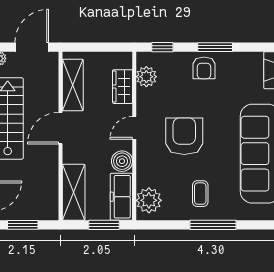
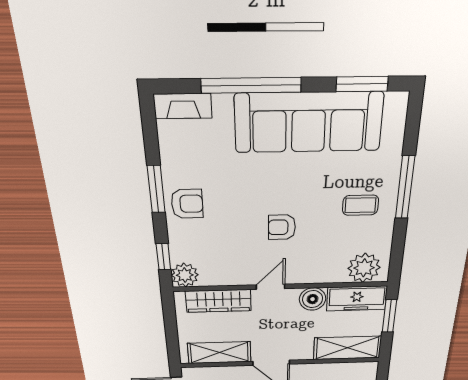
plant: (146, 77) -> (185, 275), moved
wardrobe: (123, 87) -> (218, 301), width x1.50
door: (134, 128) -> (271, 287), swing flipped
armchair: (184, 136) -> (282, 227), width x0.53, depth x0.53

